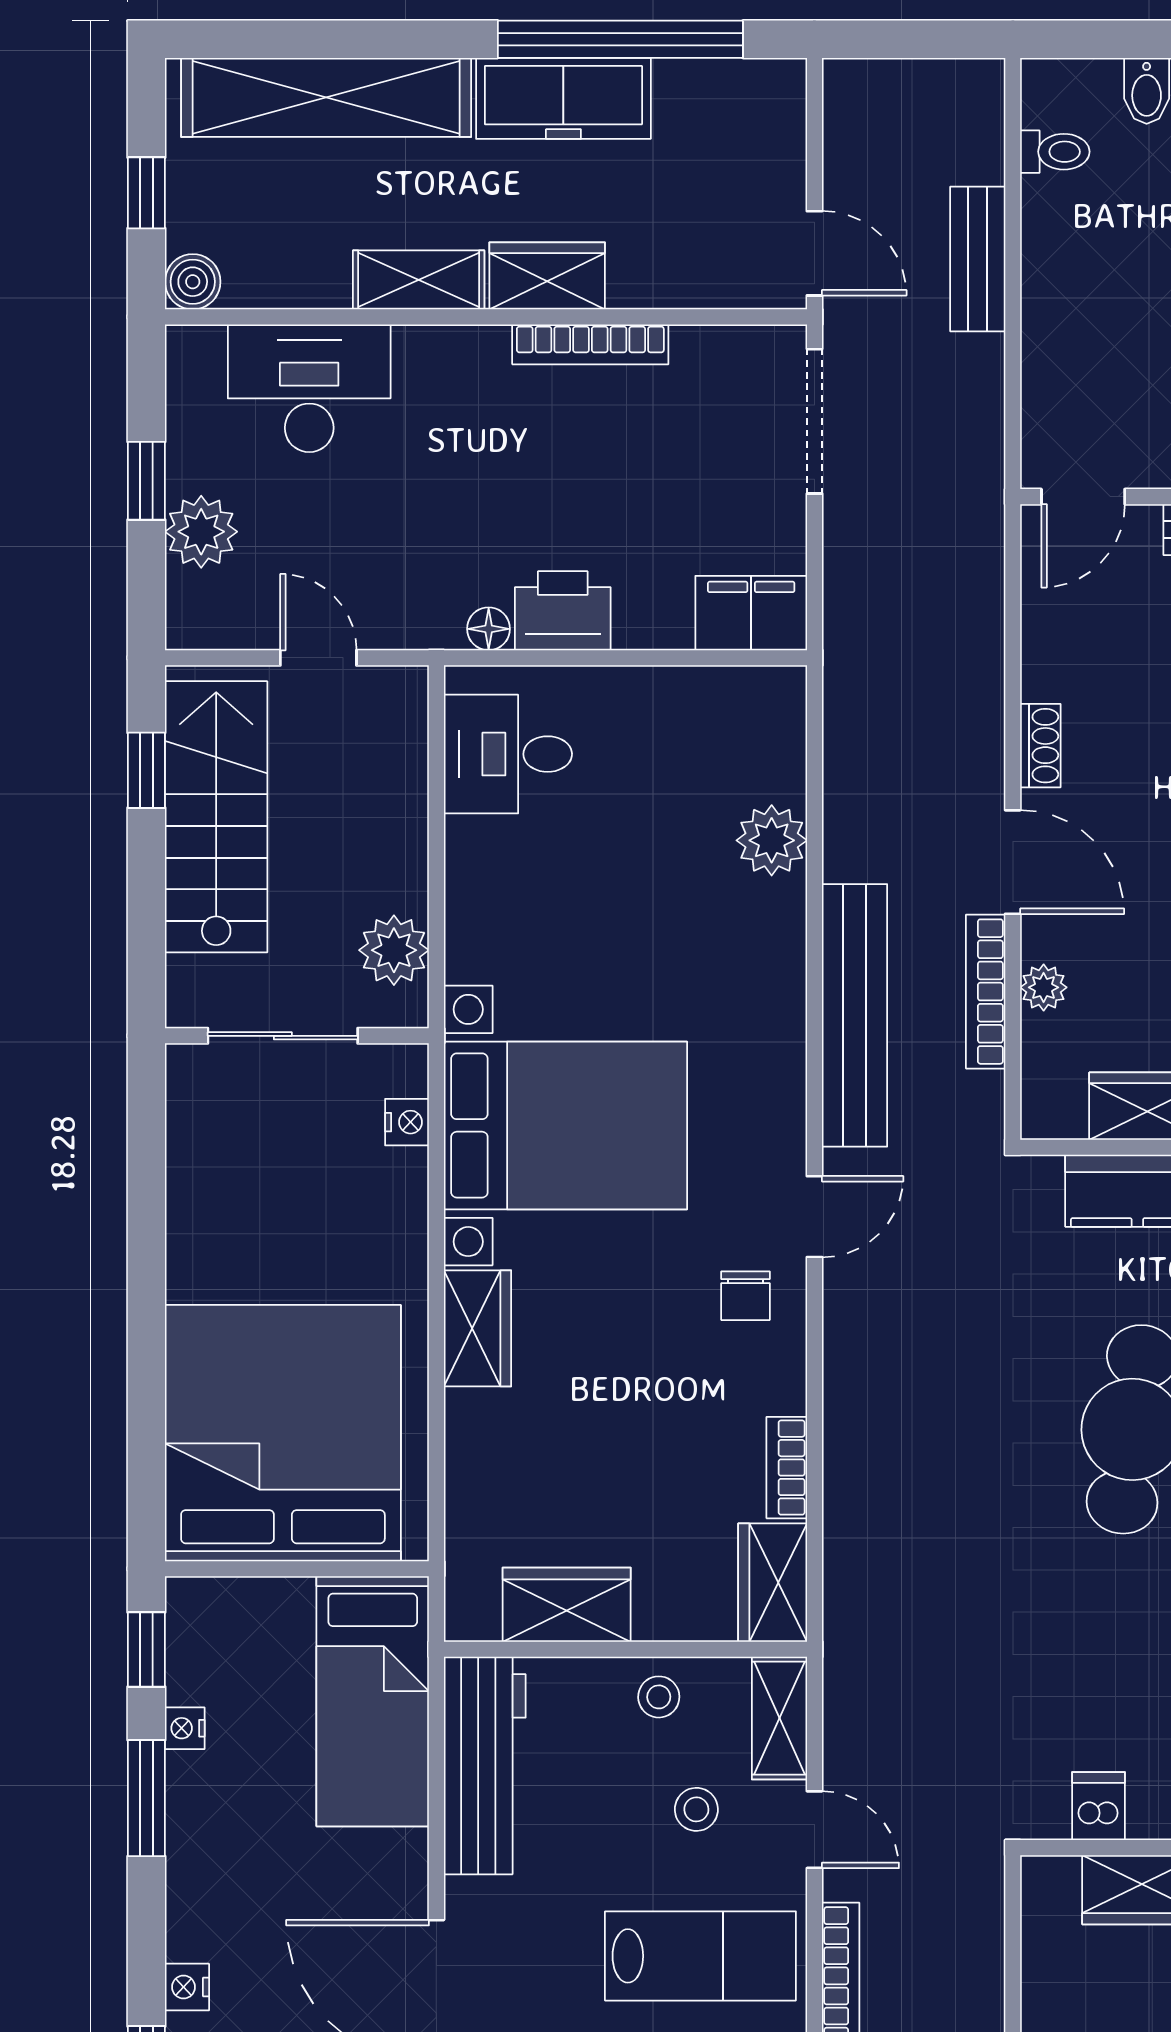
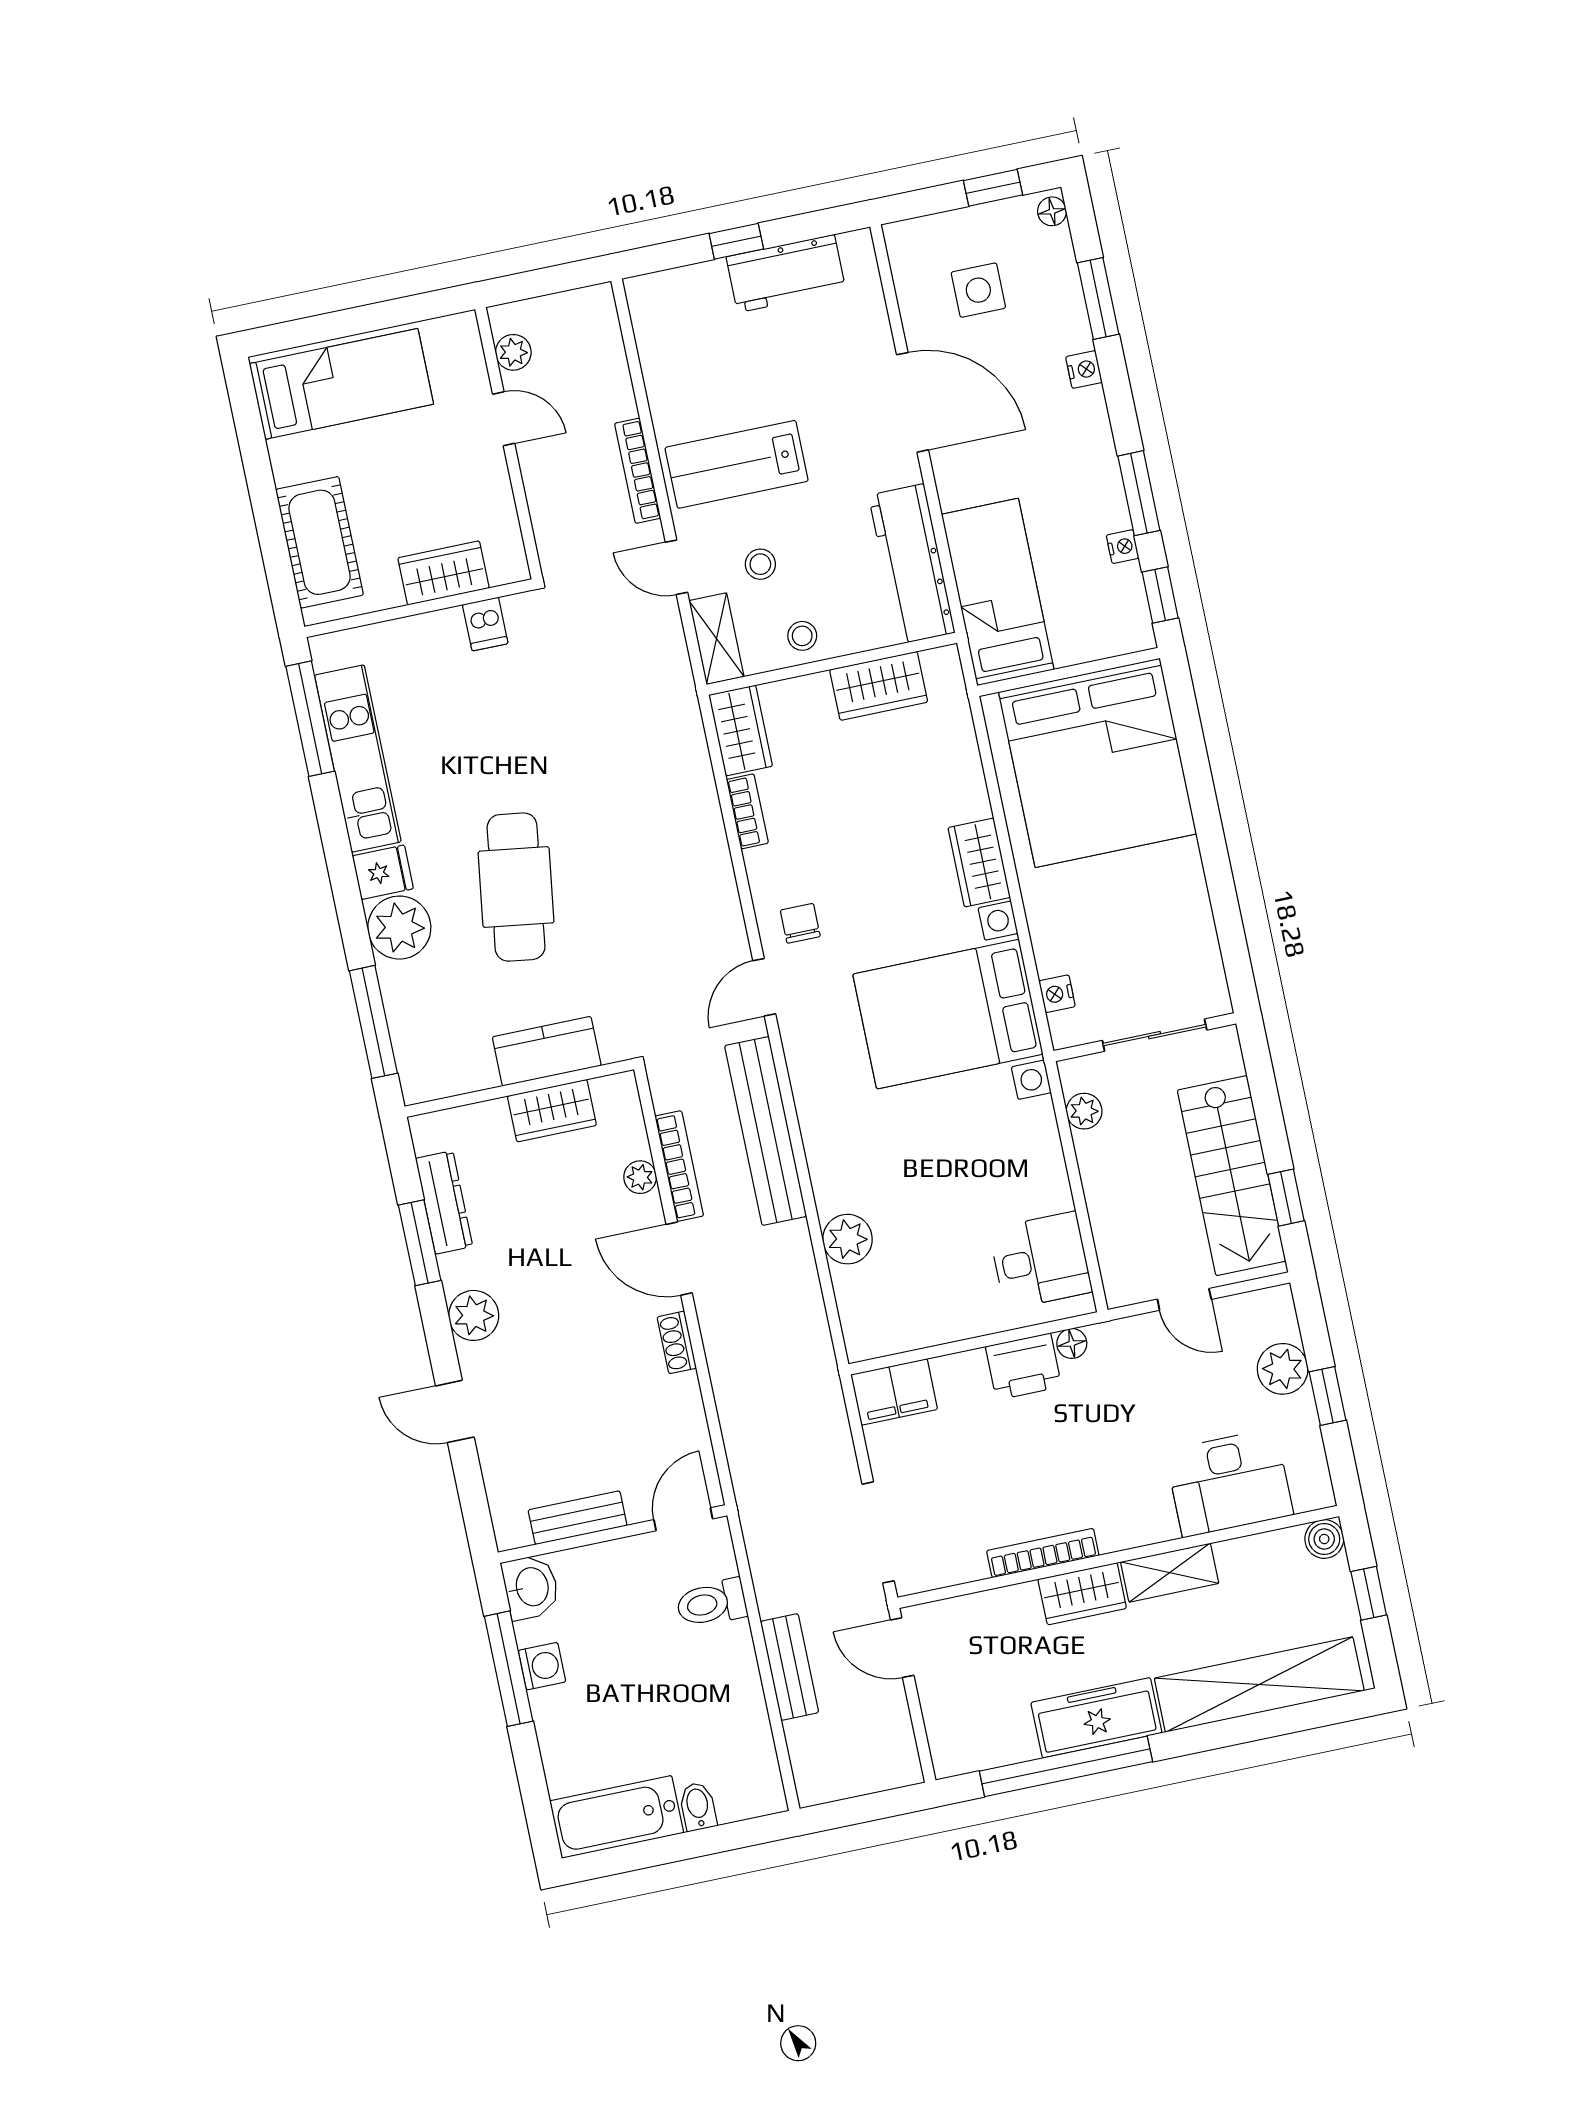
toilet: (1055, 152) -> (711, 1603), moved, width x1.37, depth x1.39
plant: (394, 950) -> (1084, 1111), width x0.73, depth x0.73

